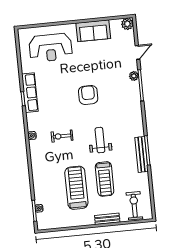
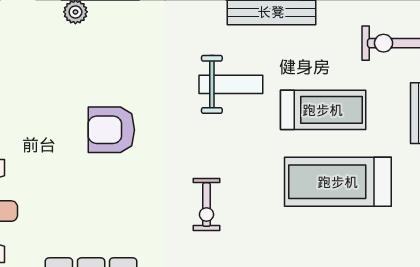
weight bench: (100, 140) -> (231, 84), moved, turned 180

